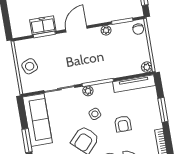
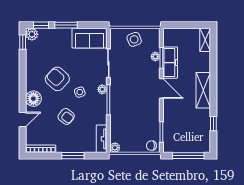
freezer: (43, 25) -> (170, 63), width x1.40
plant: (106, 30) -> (155, 57), moved
tv unit: (134, 84) -> (102, 139), width x0.71
sofa: (37, 120) -> (90, 38), width x0.73
armchair: (123, 124) -> (66, 116), turned -142

